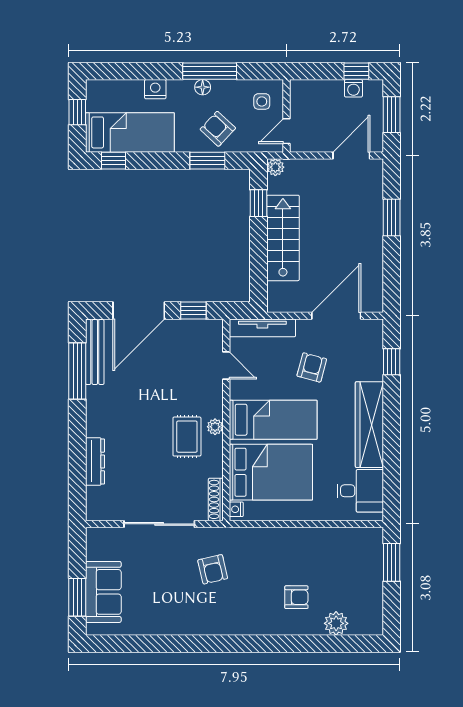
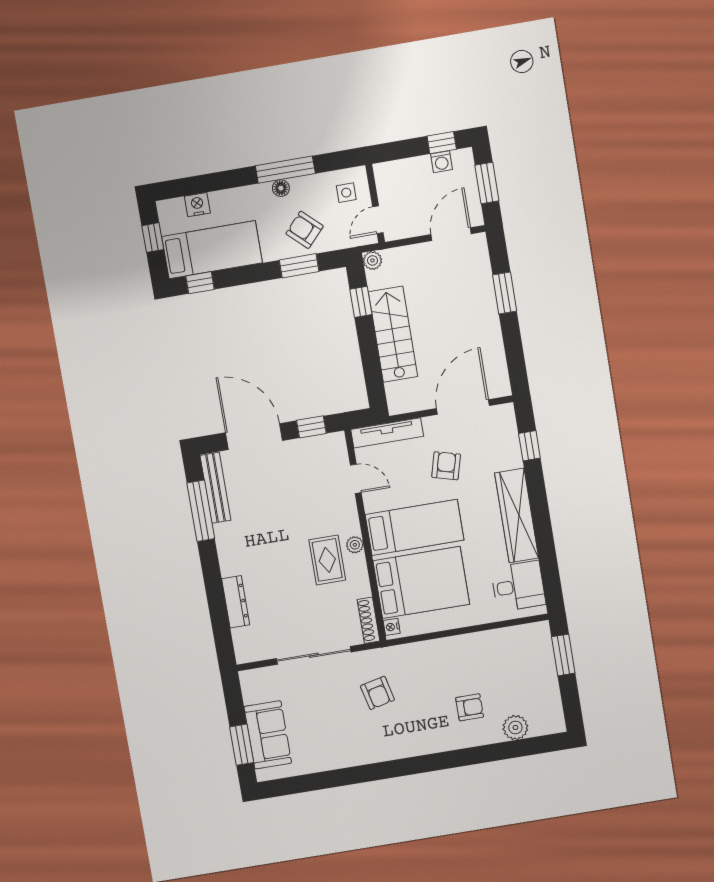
nightstand: (155, 89) -> (197, 205), moved
door: (139, 311) -> (254, 437), swing flipped

